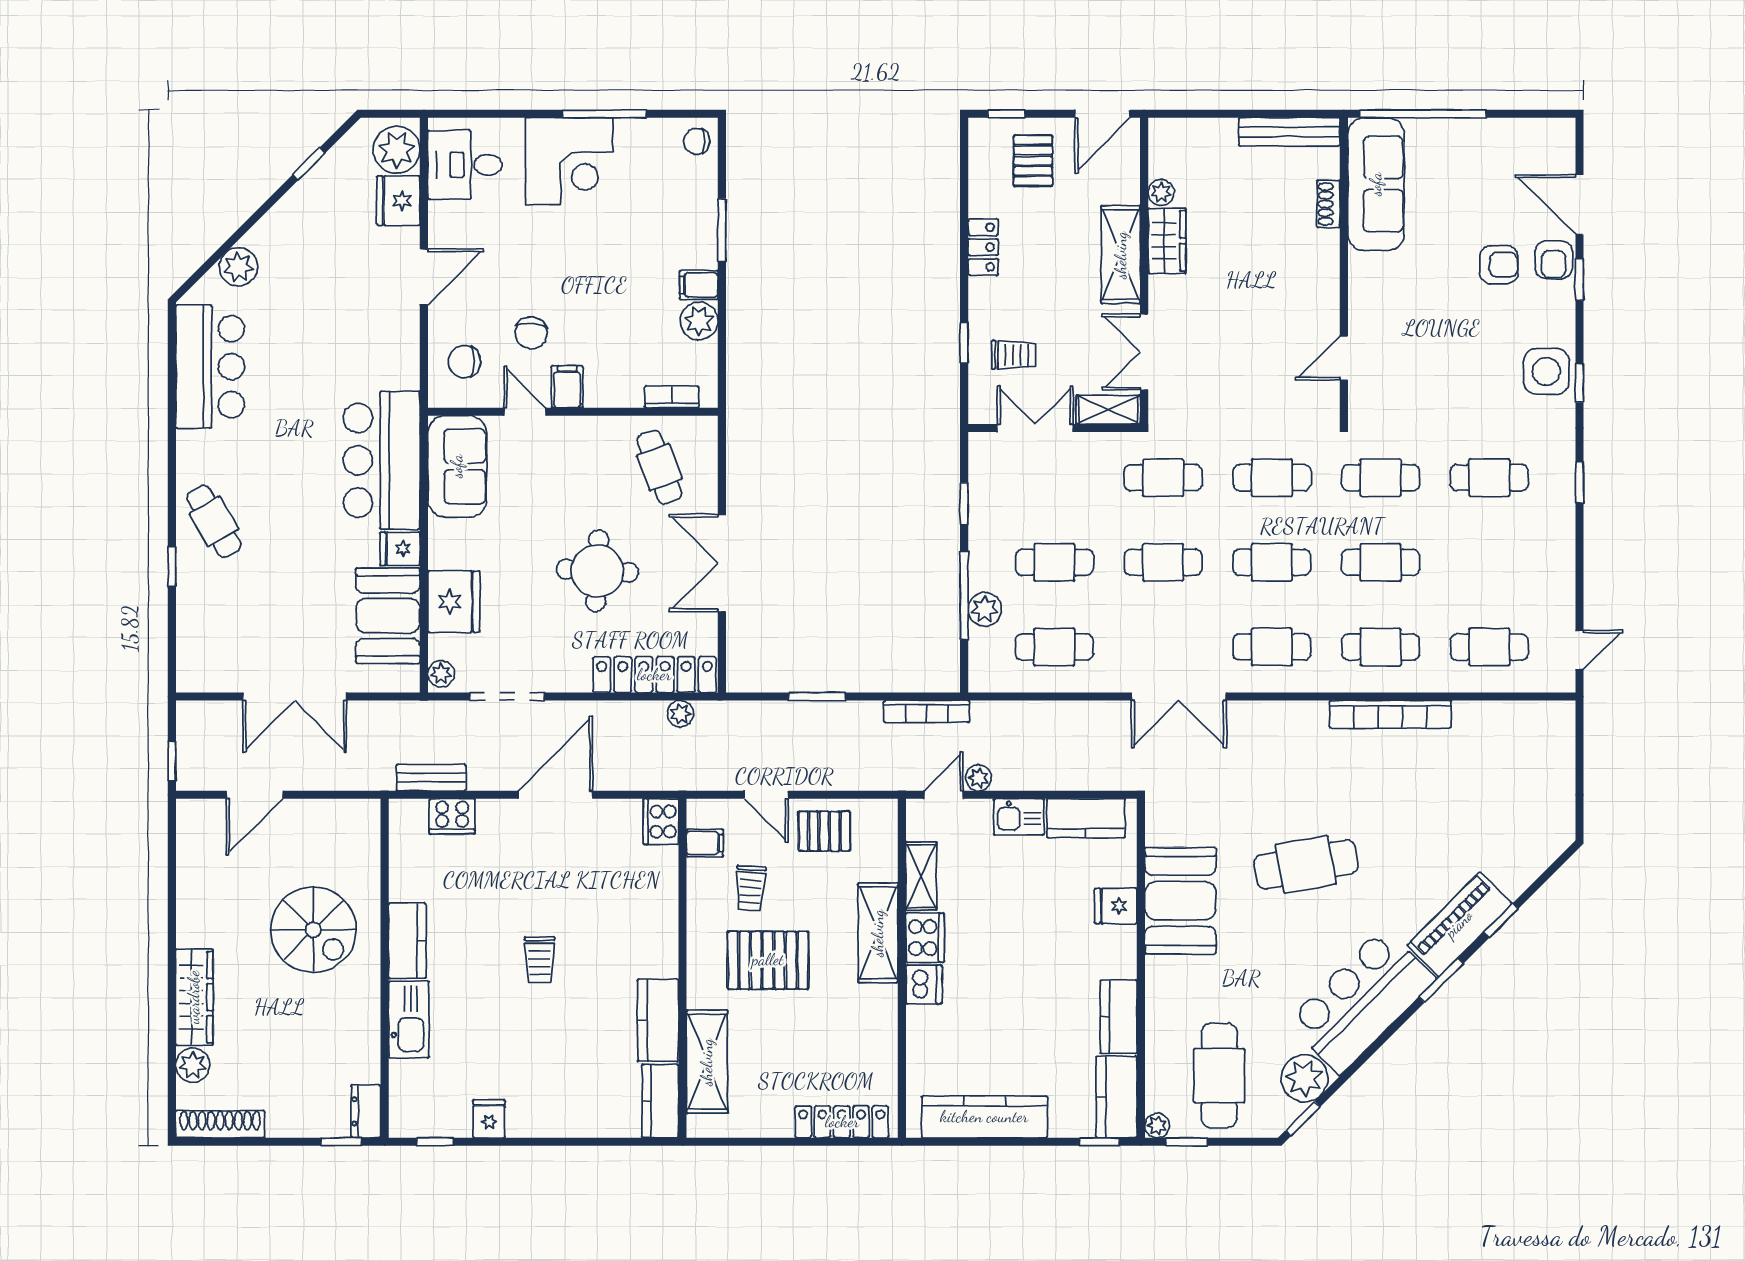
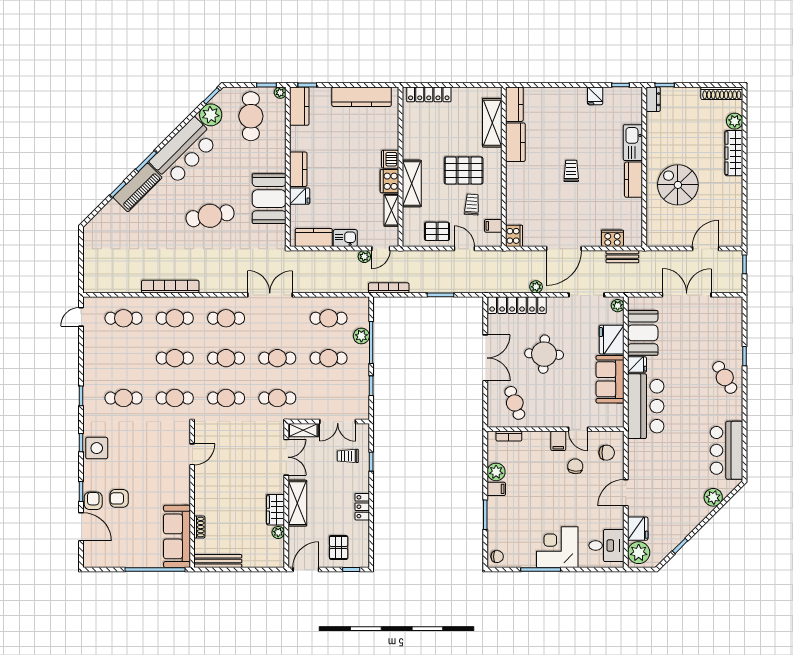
sofa: (457, 466) -> (610, 379), moved
plant: (680, 714) -> (536, 287), moved
kitchen counter: (1119, 1017) -> (298, 169), moved

